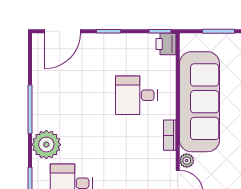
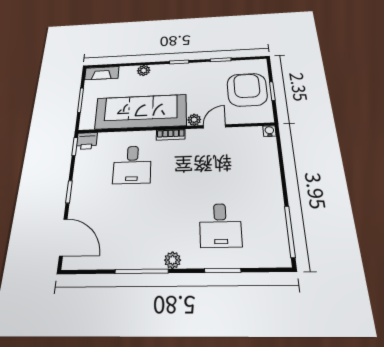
plant: (46, 145) -> (173, 260), width x0.53, depth x0.53

